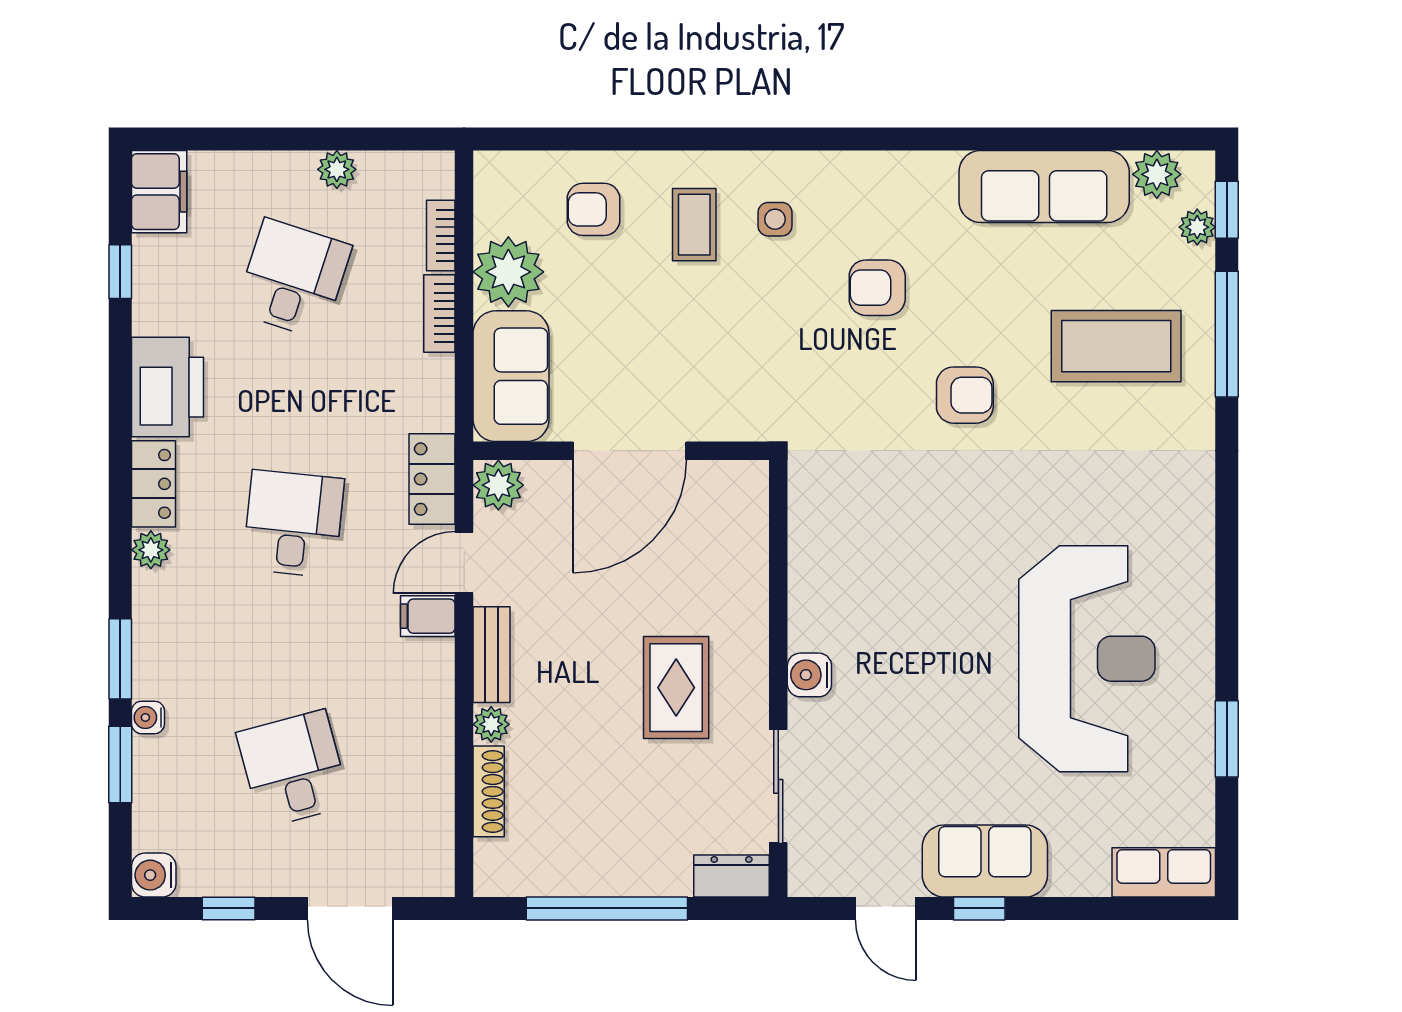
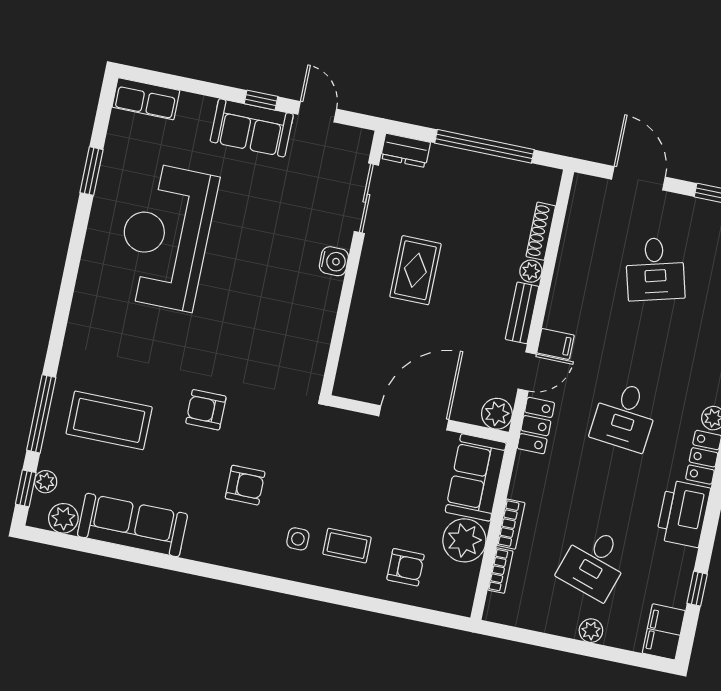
plant: (337, 169) -> (591, 631), moved
coffee table: (694, 225) -> (347, 546), turned 90

